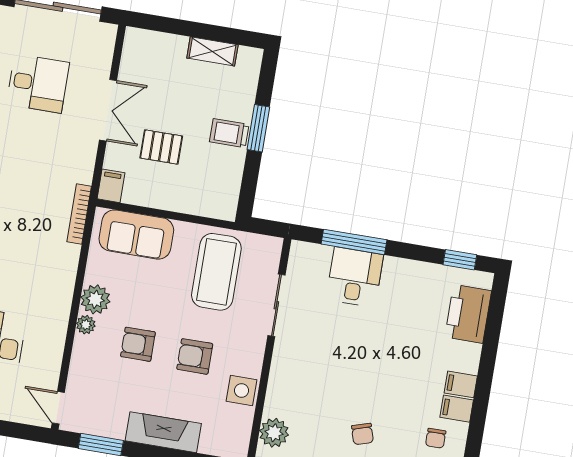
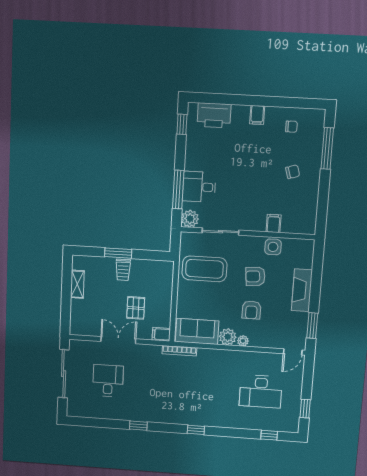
sofa: (136, 234) -> (197, 331), moved, turned -90
armchair: (195, 356) -> (255, 276), turned 85
filing cabinet: (457, 409) -> (274, 223), moved, turned 180
plant: (274, 433) -> (190, 219), moved

